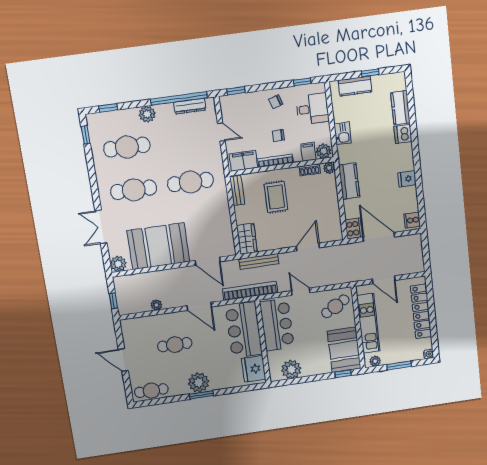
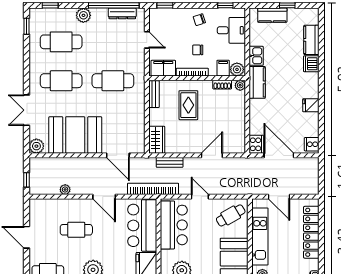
kitchen counter: (349, 181) -> (257, 82), moved
bench: (259, 261) -> (170, 162), width x0.73

